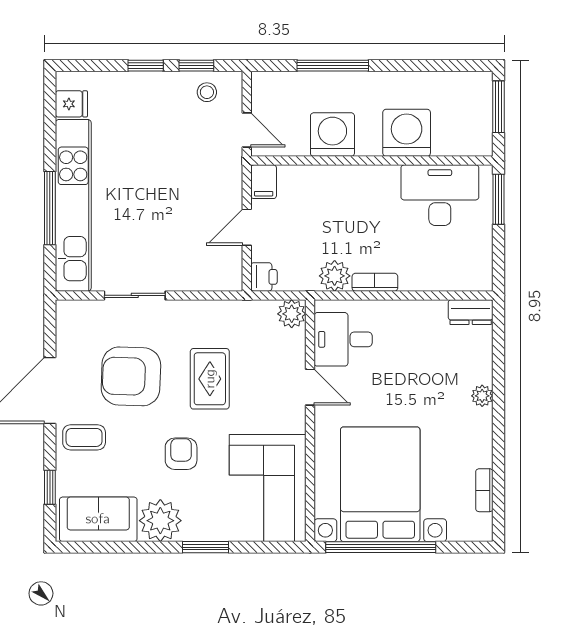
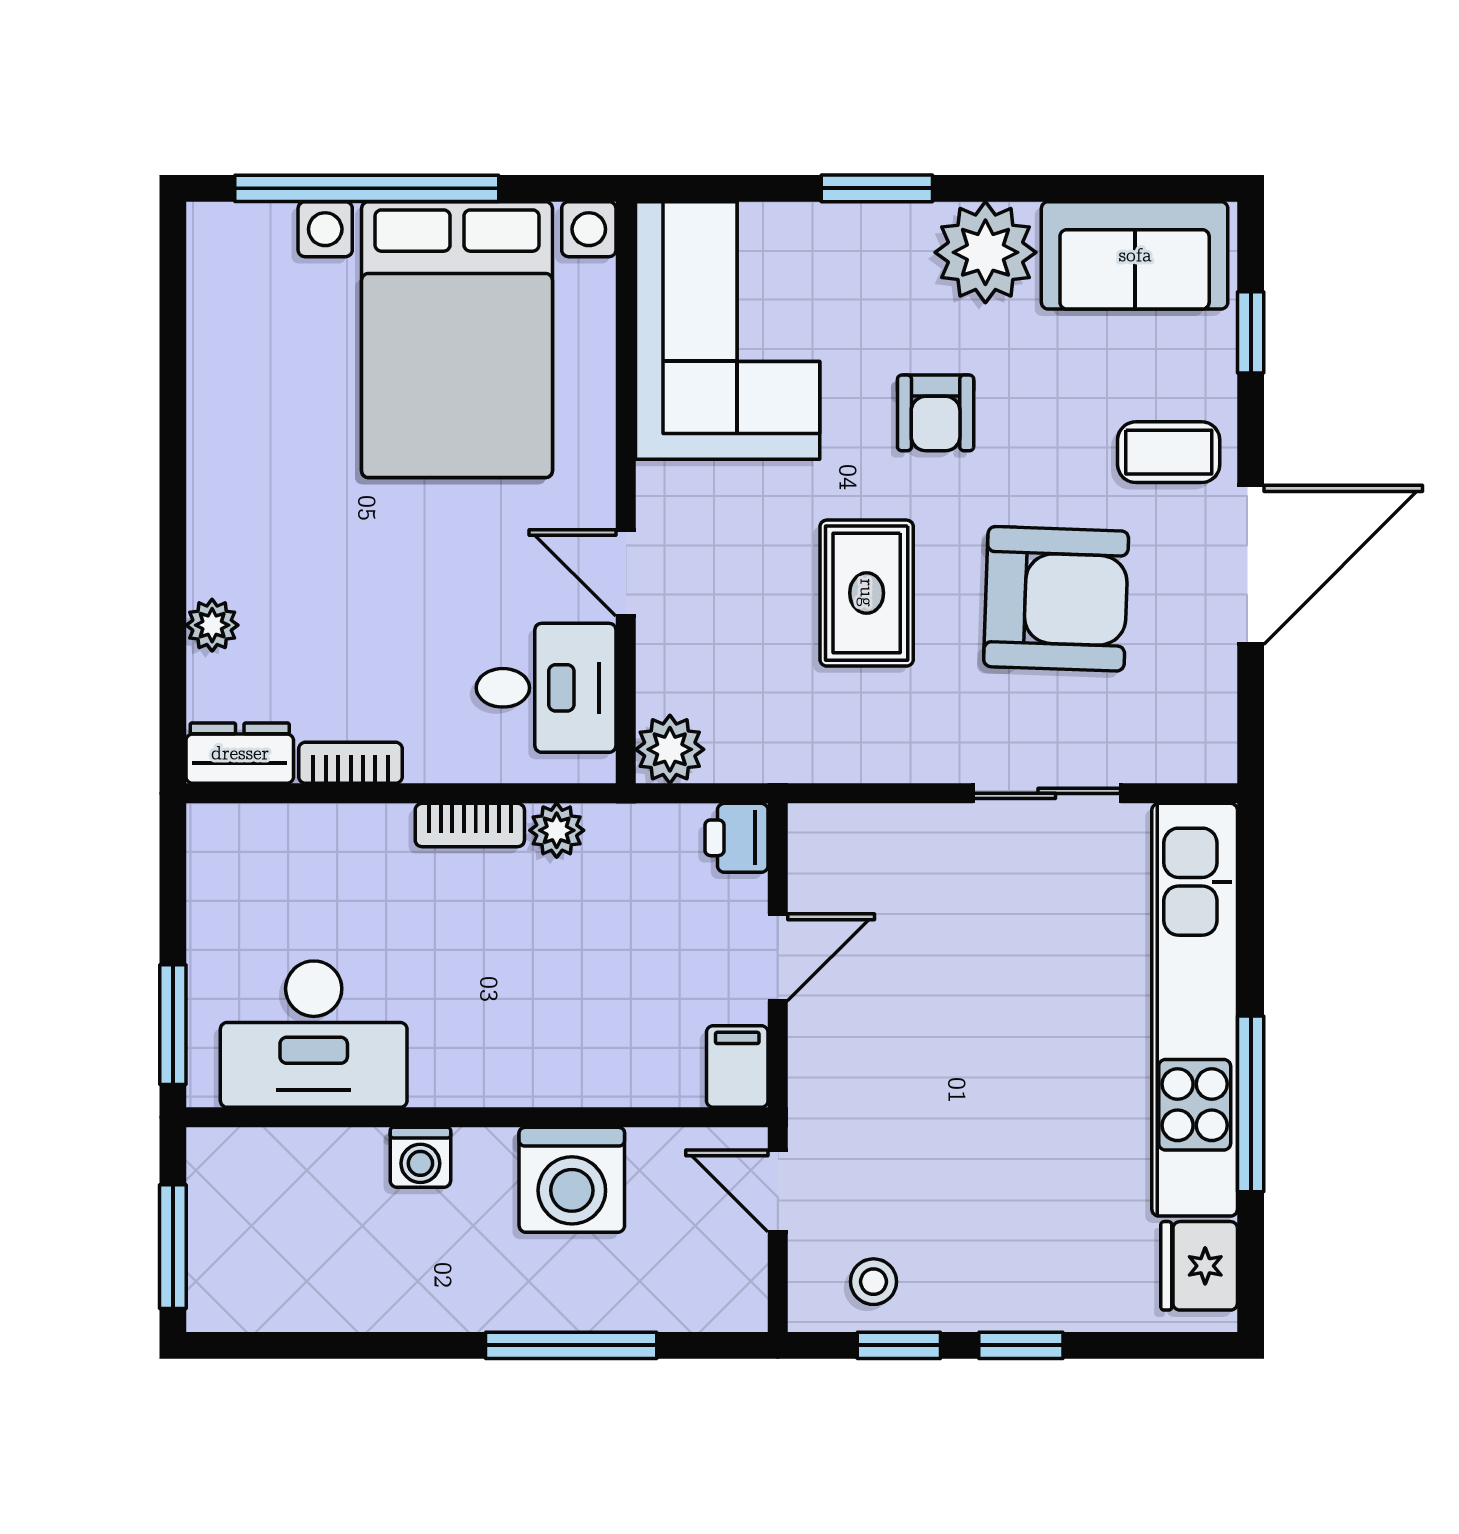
fridge: (71, 104) -> (1199, 1266), width x1.38
washing machine: (407, 133) -> (420, 1157), width x0.53, depth x0.53
window: (50, 208) -> (1251, 1104), moved
plant: (335, 276) -> (557, 830), width x0.73, depth x0.73
plant: (482, 396) -> (212, 625), moved
bookcase: (484, 490) -> (351, 763), moved, turned -90
window: (381, 547) -> (367, 188), moved

